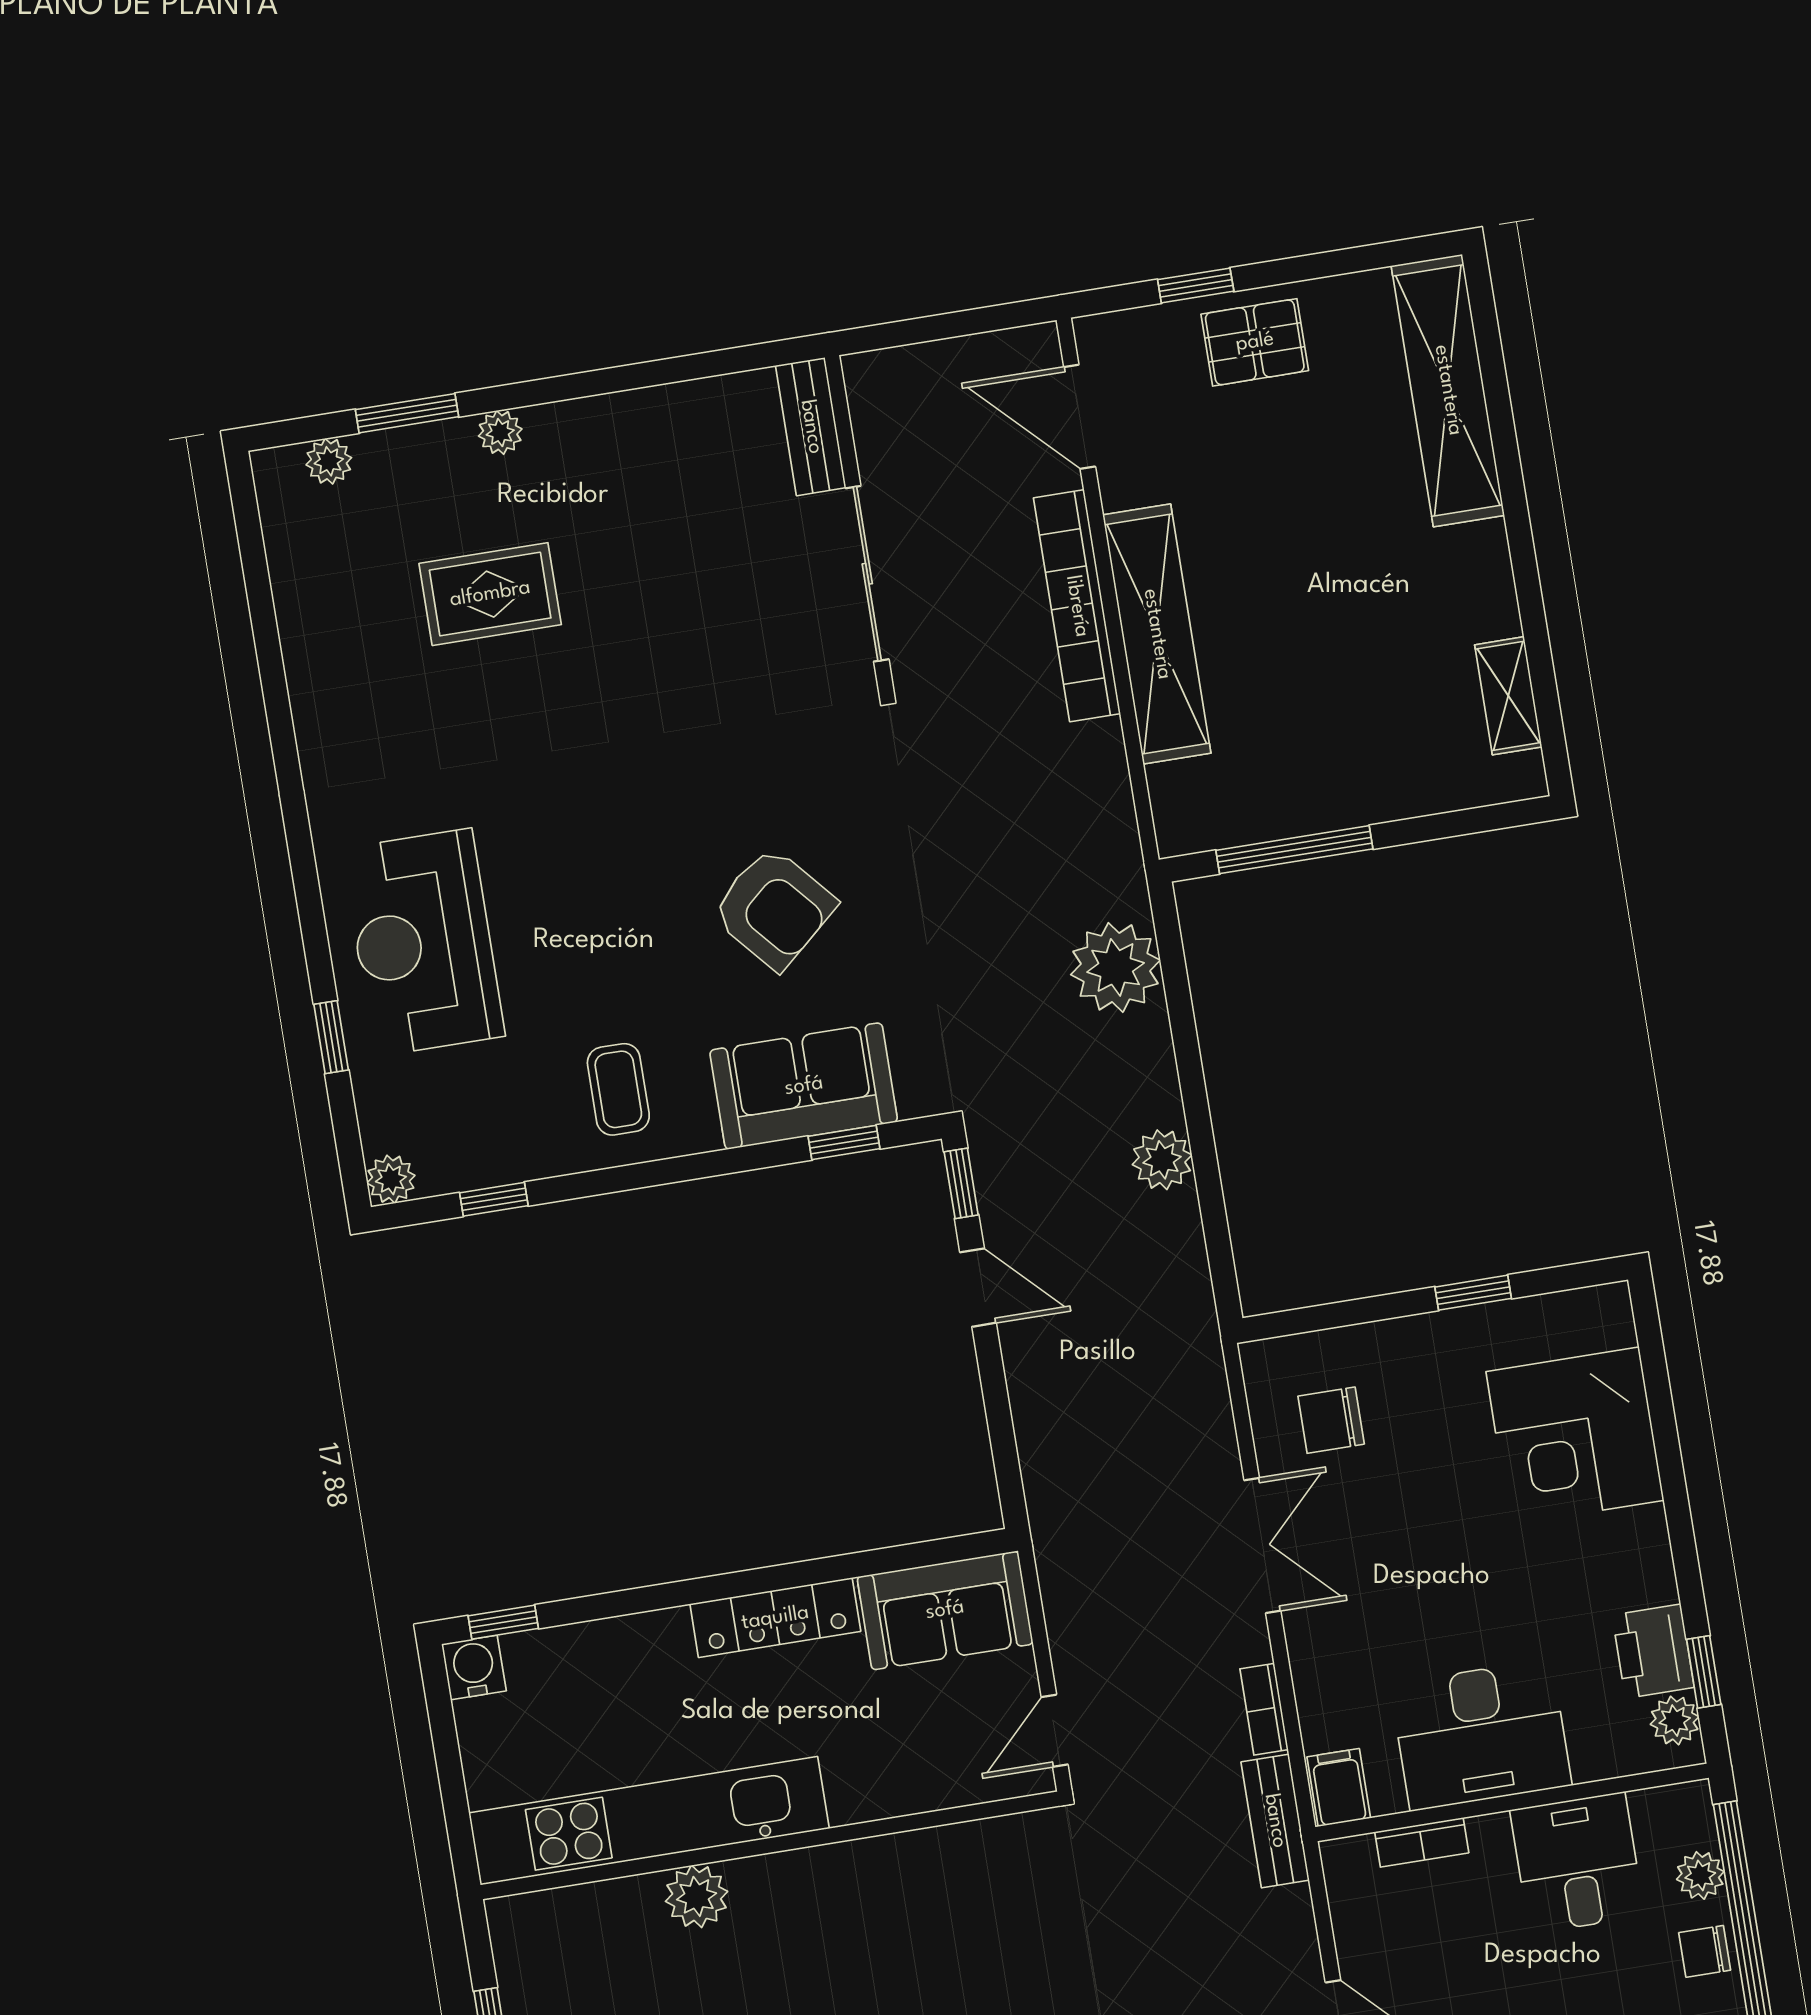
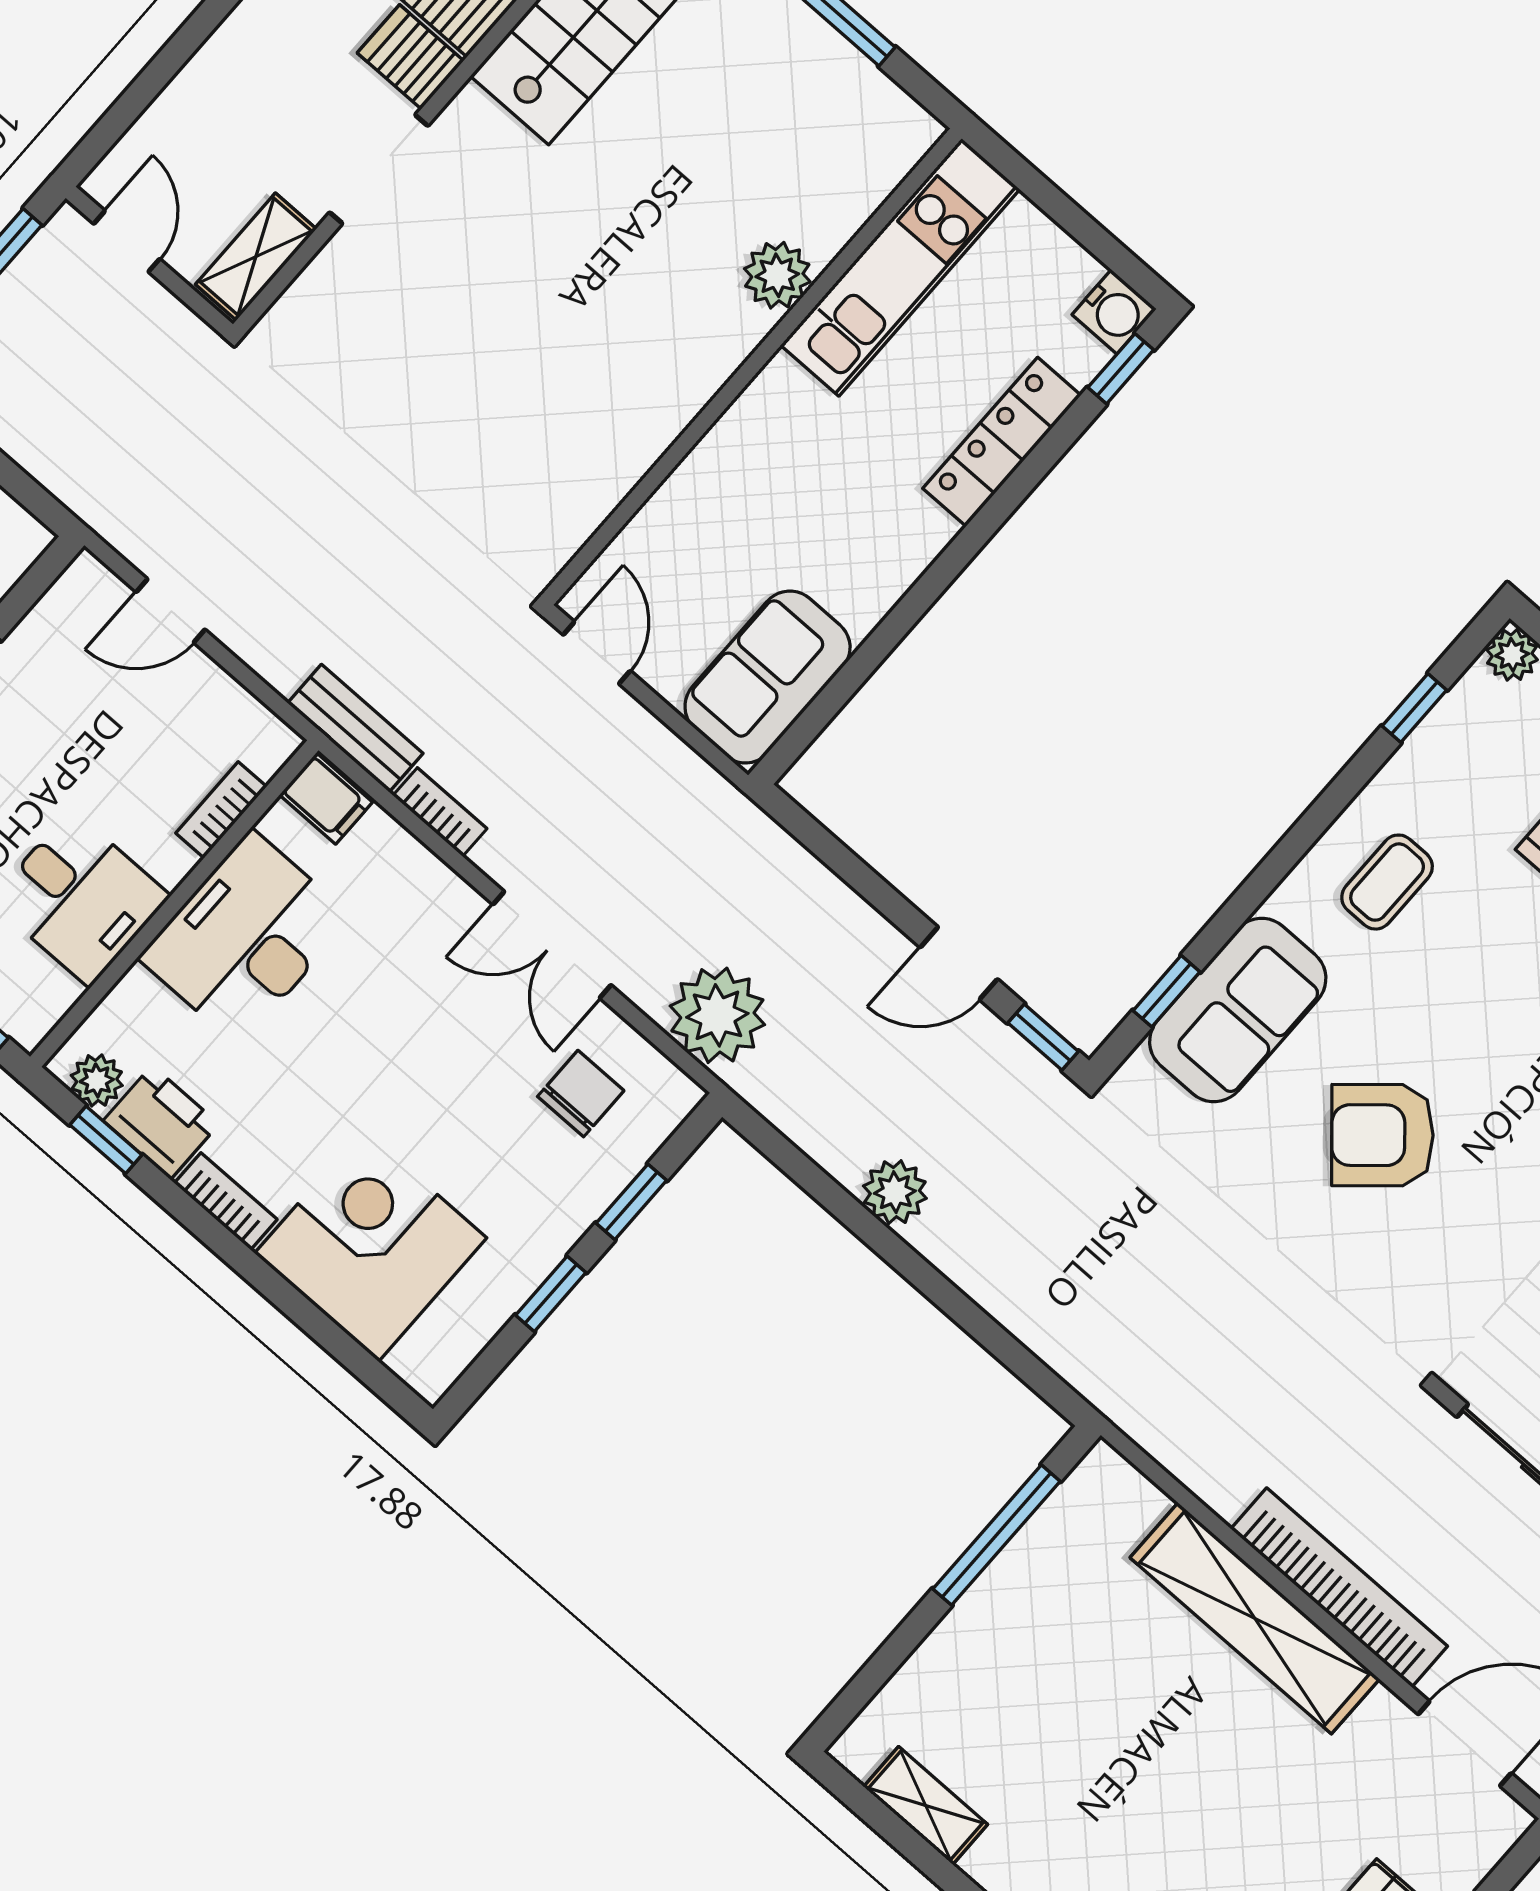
plant: (1116, 967) -> (717, 1015), moved
coffee table: (618, 1089) -> (1387, 882), turned 90
window: (1359, 1311) -> (631, 1202), added
bookcase: (1654, 1555) -> (226, 1201), added
locker: (775, 1618) -> (1002, 442), moved
kitchen unit: (649, 1821) -> (900, 267), width x0.73

